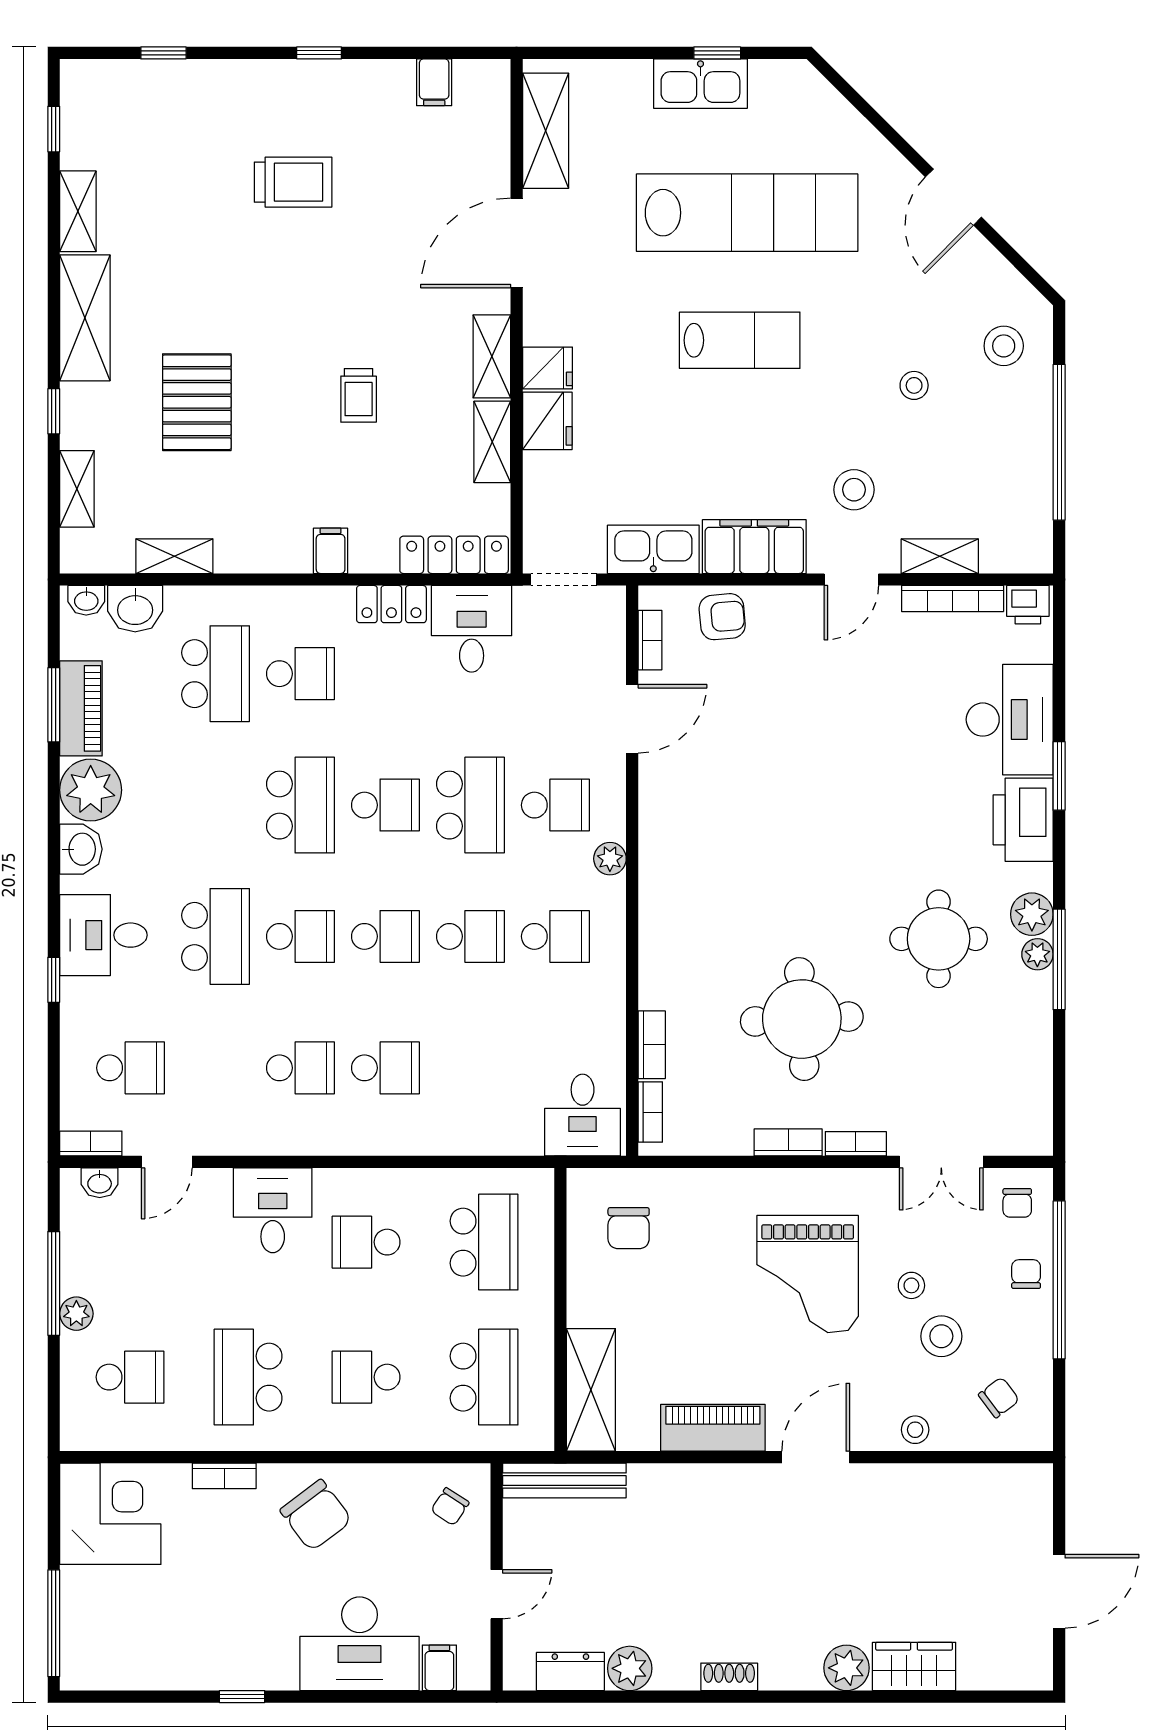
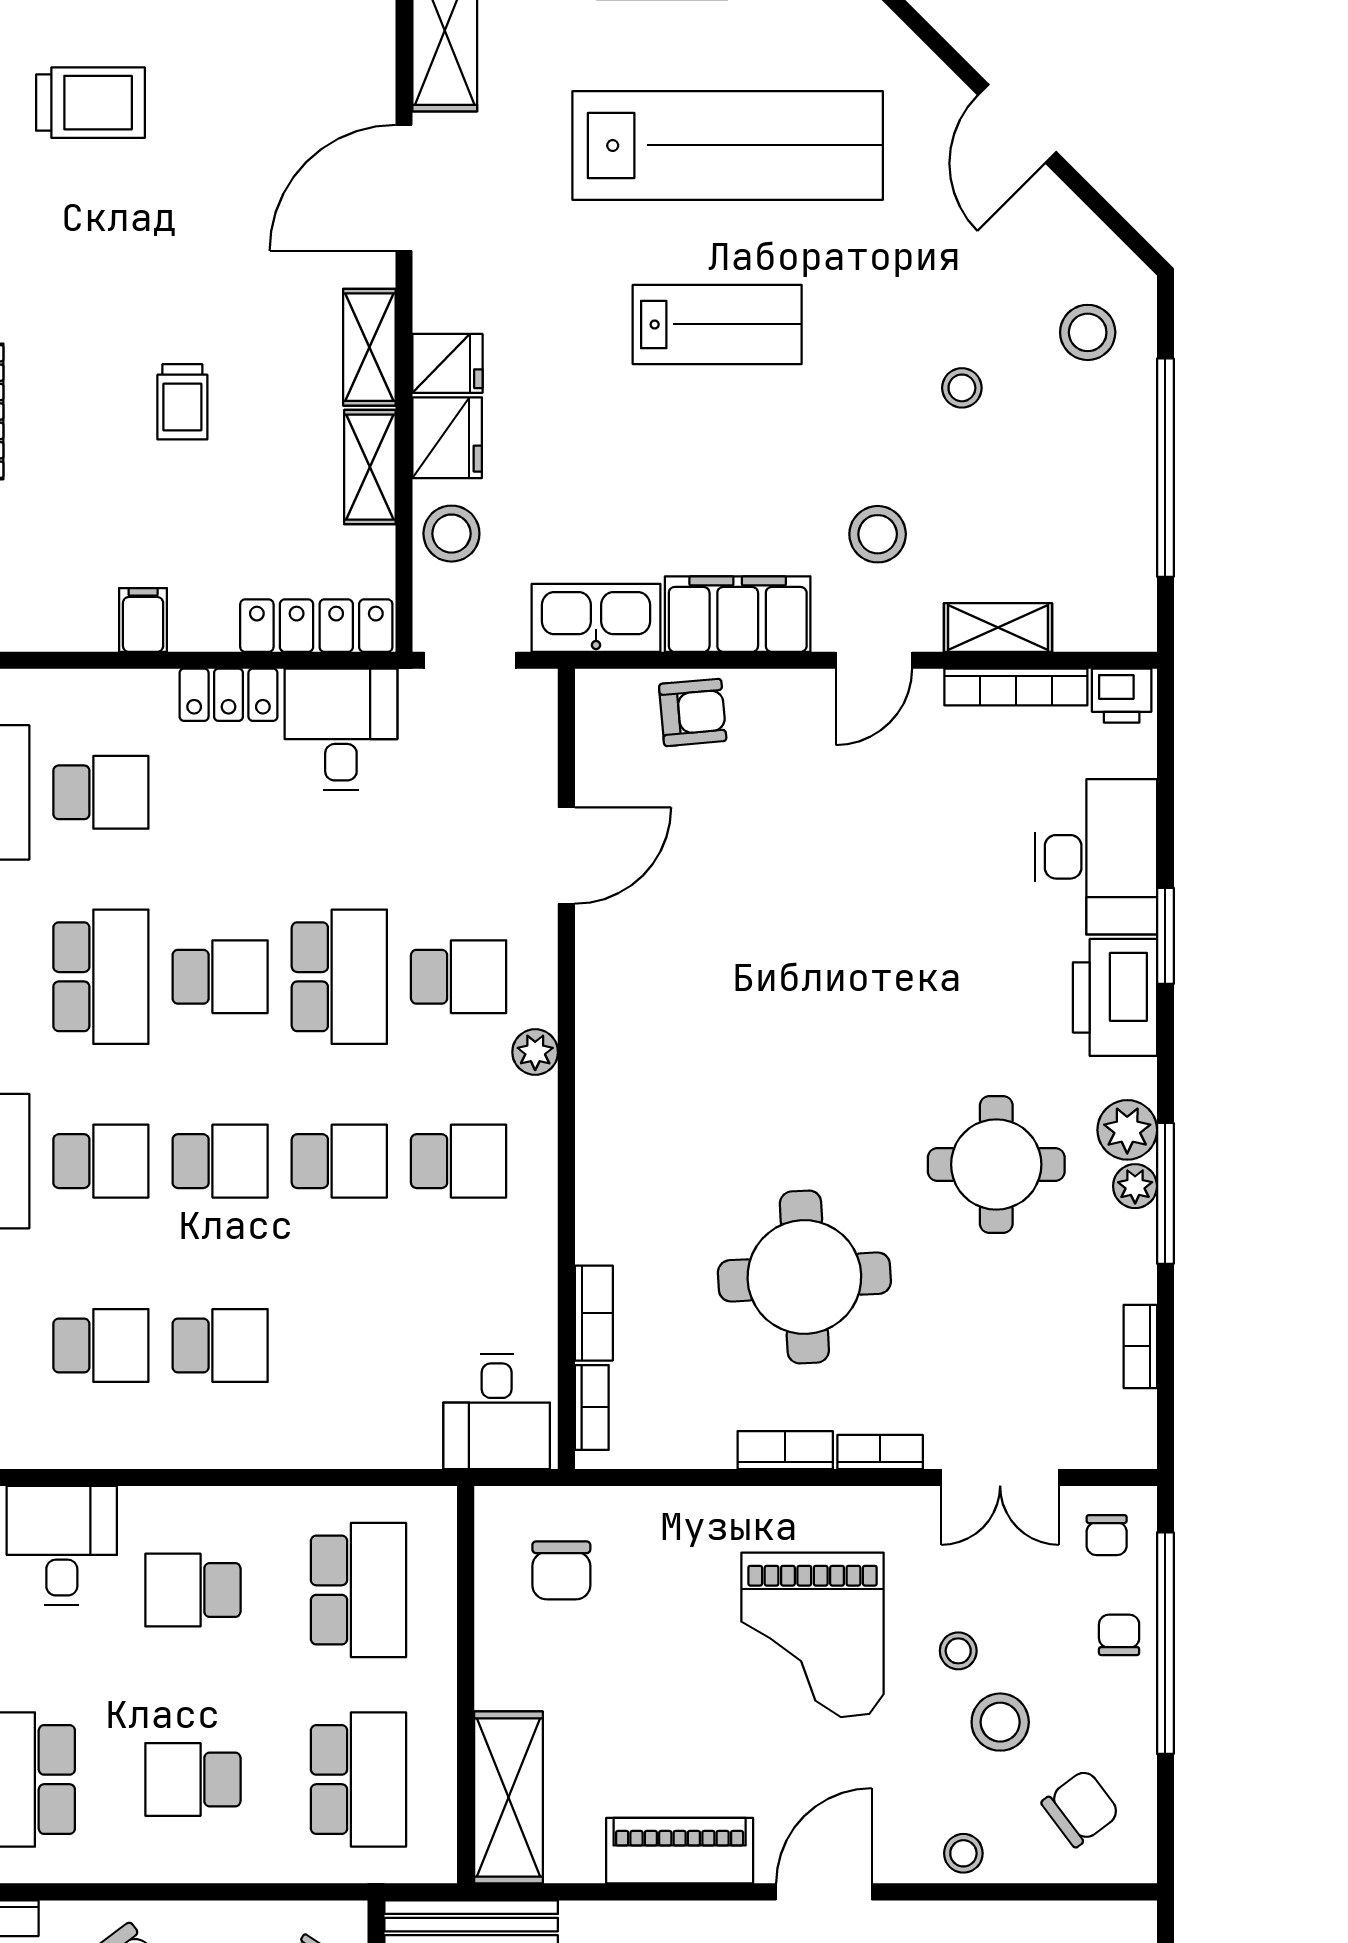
stool: (550, 489) -> (451, 534), added
bookcase: (650, 640) -> (1140, 1346), moved, turned 180
chair: (999, 1397) -> (1081, 1808), width x1.37, depth x1.37

